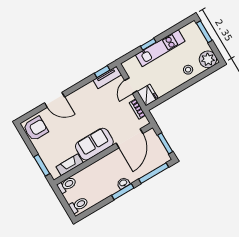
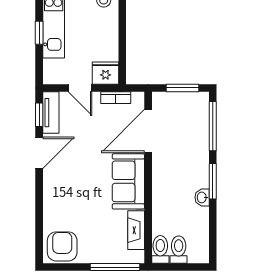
door: (55, 100) -> (39, 153), moved
door: (129, 138) -> (148, 131), swing flipped
window: (42, 165) -> (115, 267), width x1.44
washbasin: (123, 183) -> (202, 197), moved
toilet: (79, 205) -> (179, 250), moved

